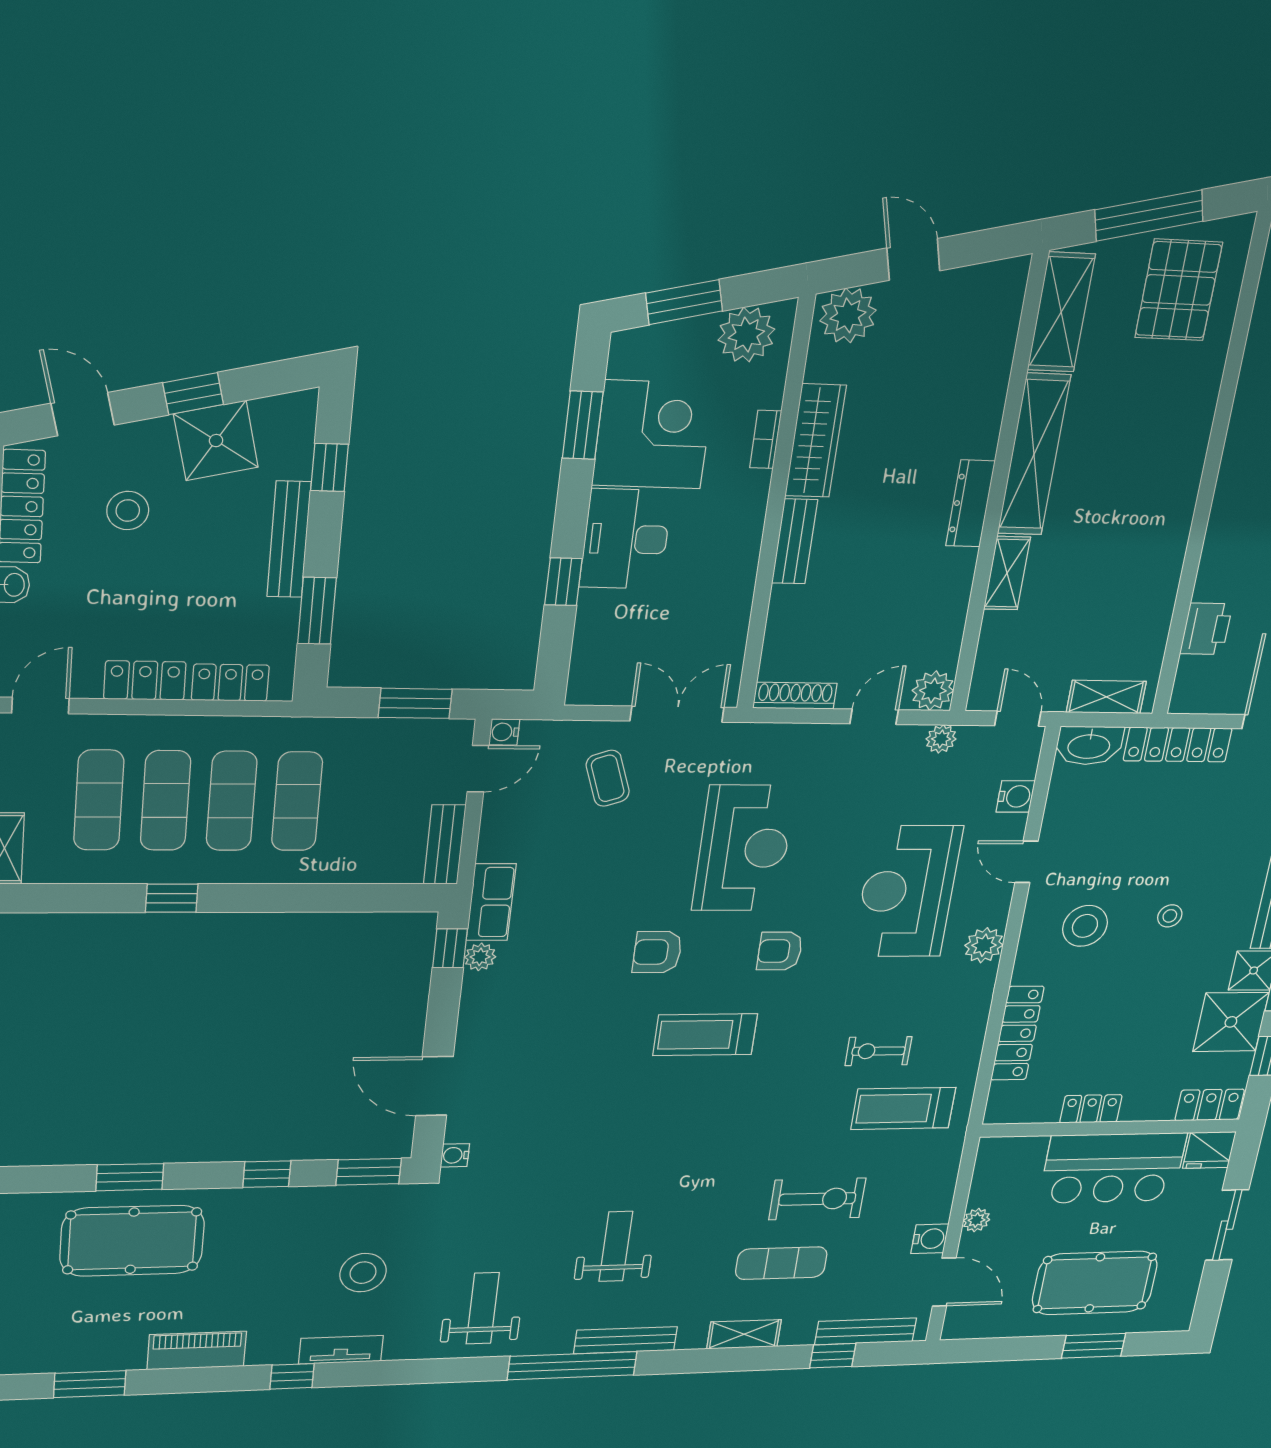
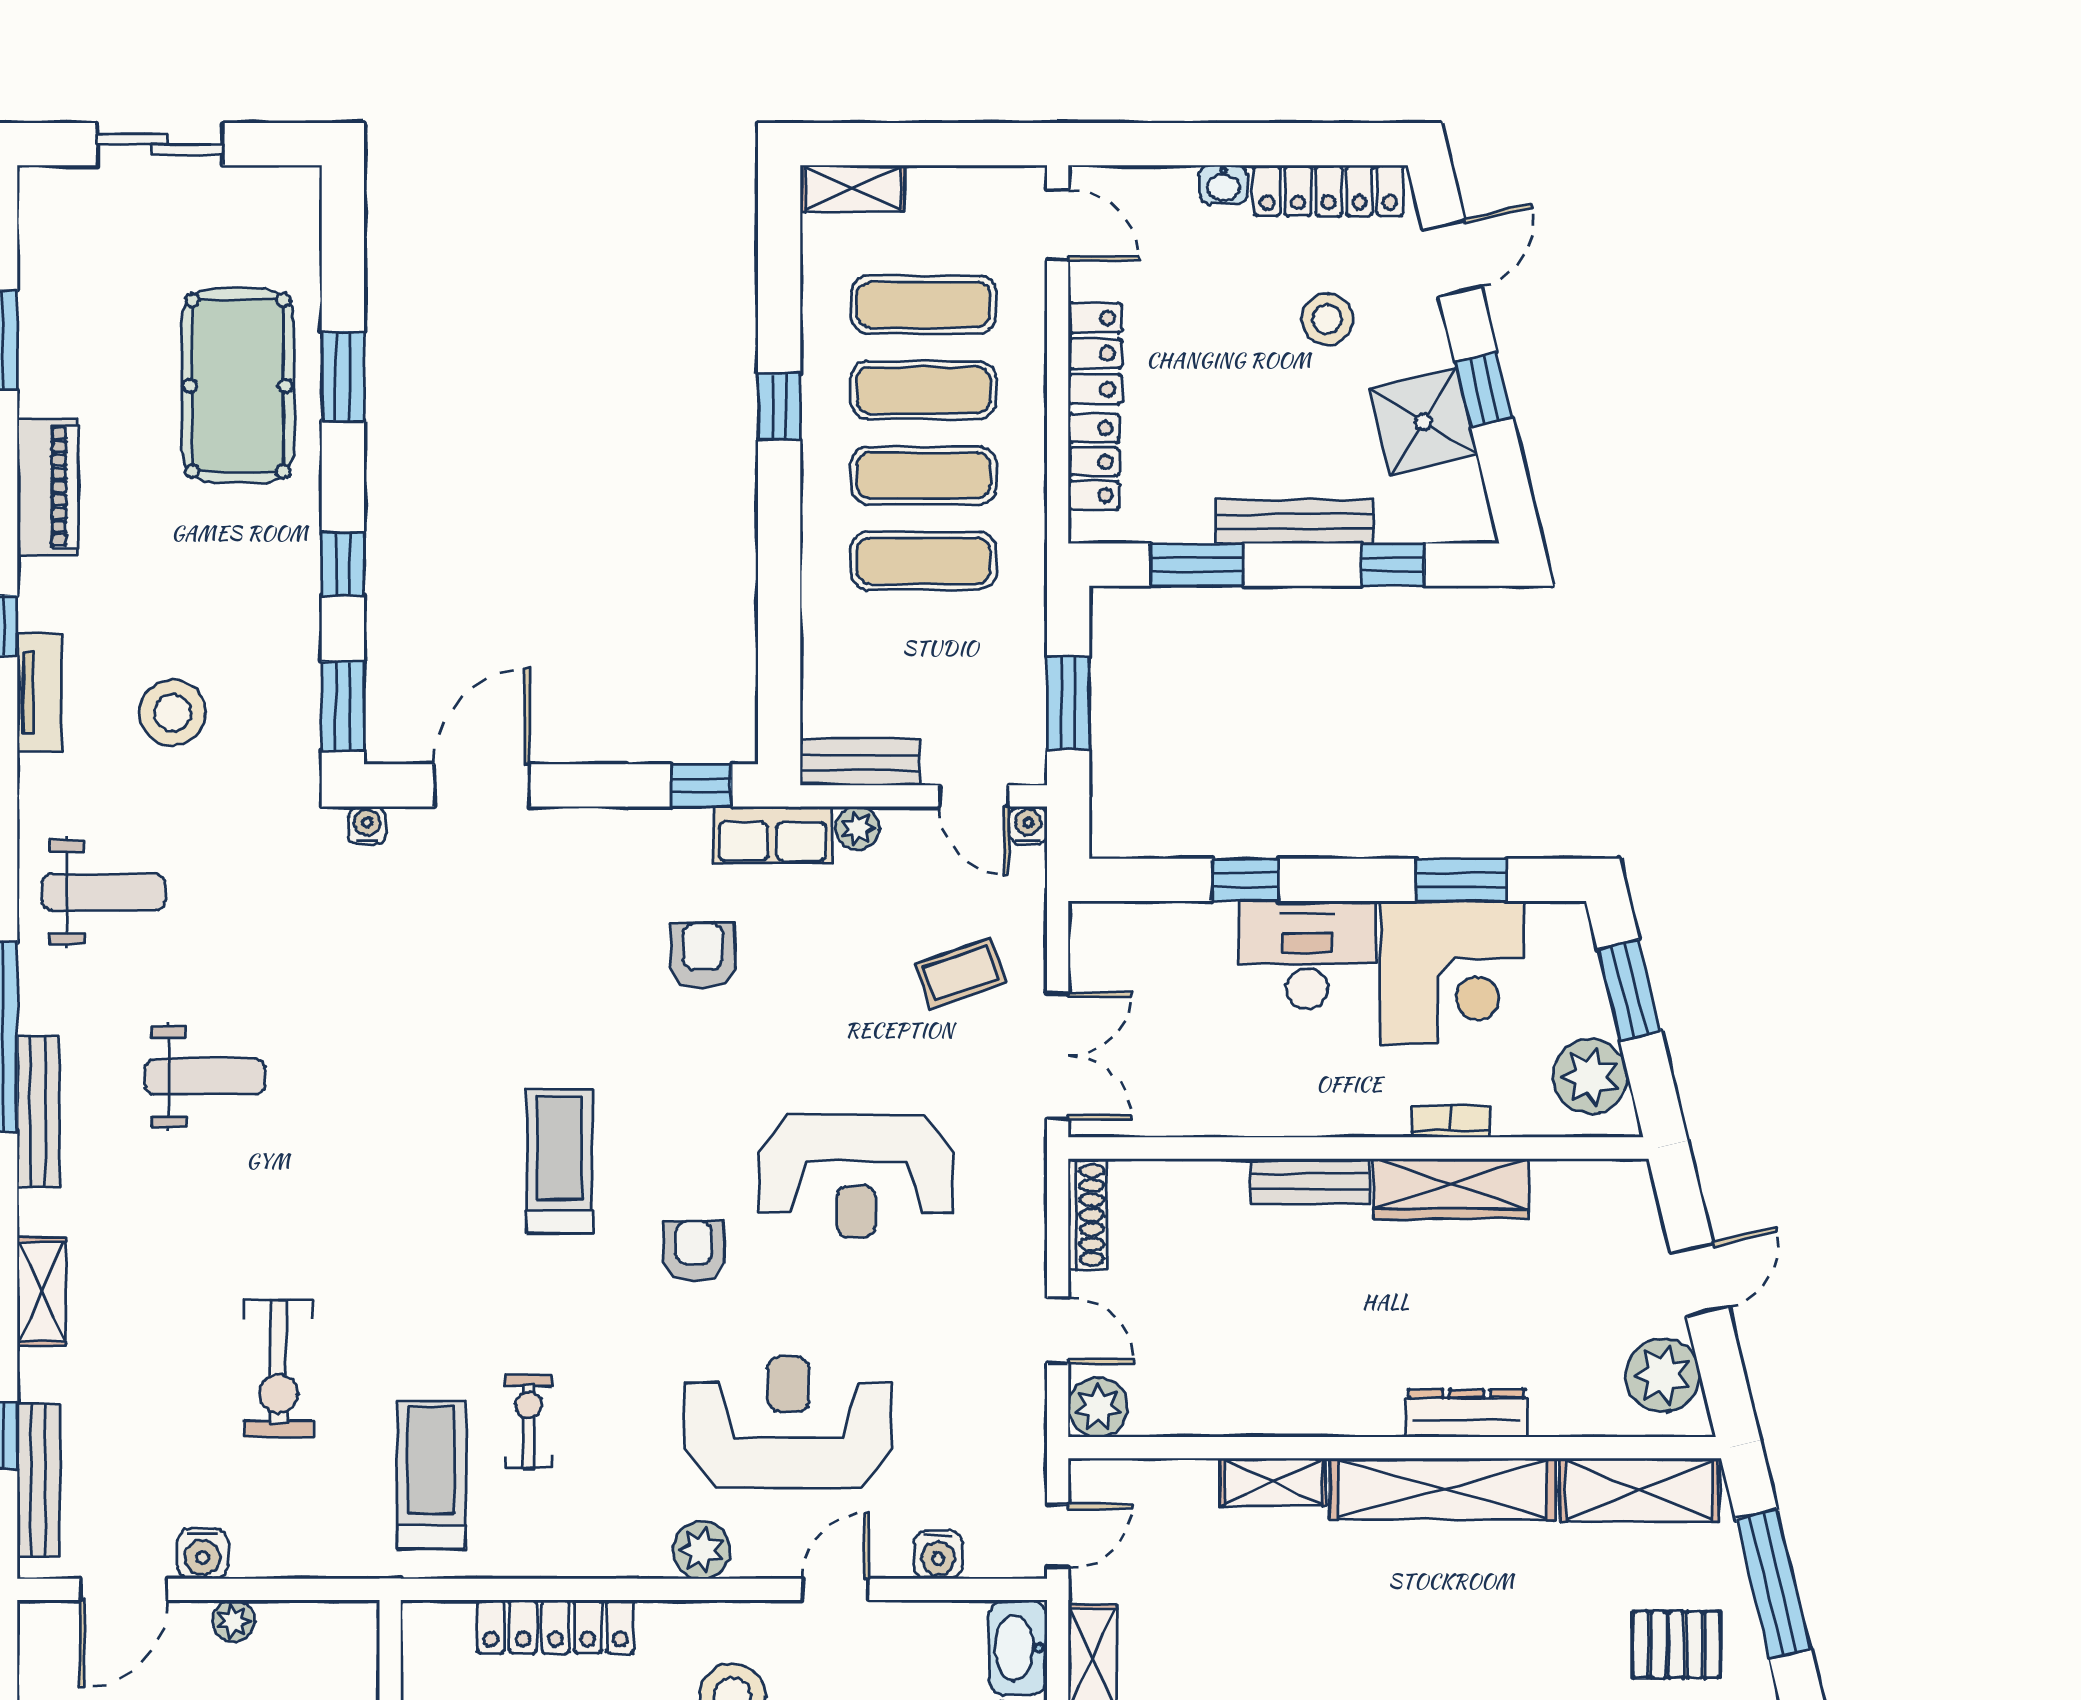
pallet: (1179, 290) -> (1677, 1645), width x0.67, depth x0.71
plant: (848, 315) -> (1663, 1375), moved
dresser: (970, 503) -> (1466, 1413), moved
plant: (941, 739) -> (1025, 1431), removed
armchair: (657, 952) -> (703, 955), moved
plant: (480, 957) -> (858, 828), moved
exercise mat: (781, 1263) -> (167, 1330), removed

